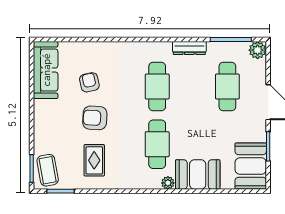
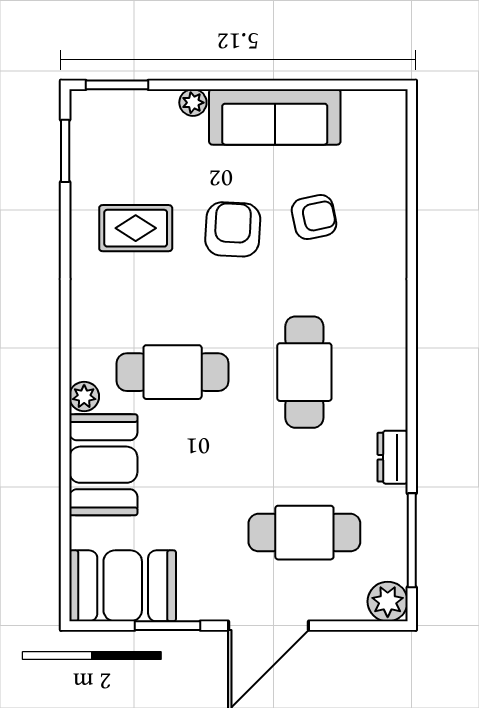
dresser: (189, 48) -> (393, 457), width x0.70
sofa: (46, 70) -> (275, 117), moved
cafe table: (157, 87) -> (304, 372), turned 90
plant: (39, 135) -> (193, 103), added
coffee table: (48, 170) -> (113, 121), removed

